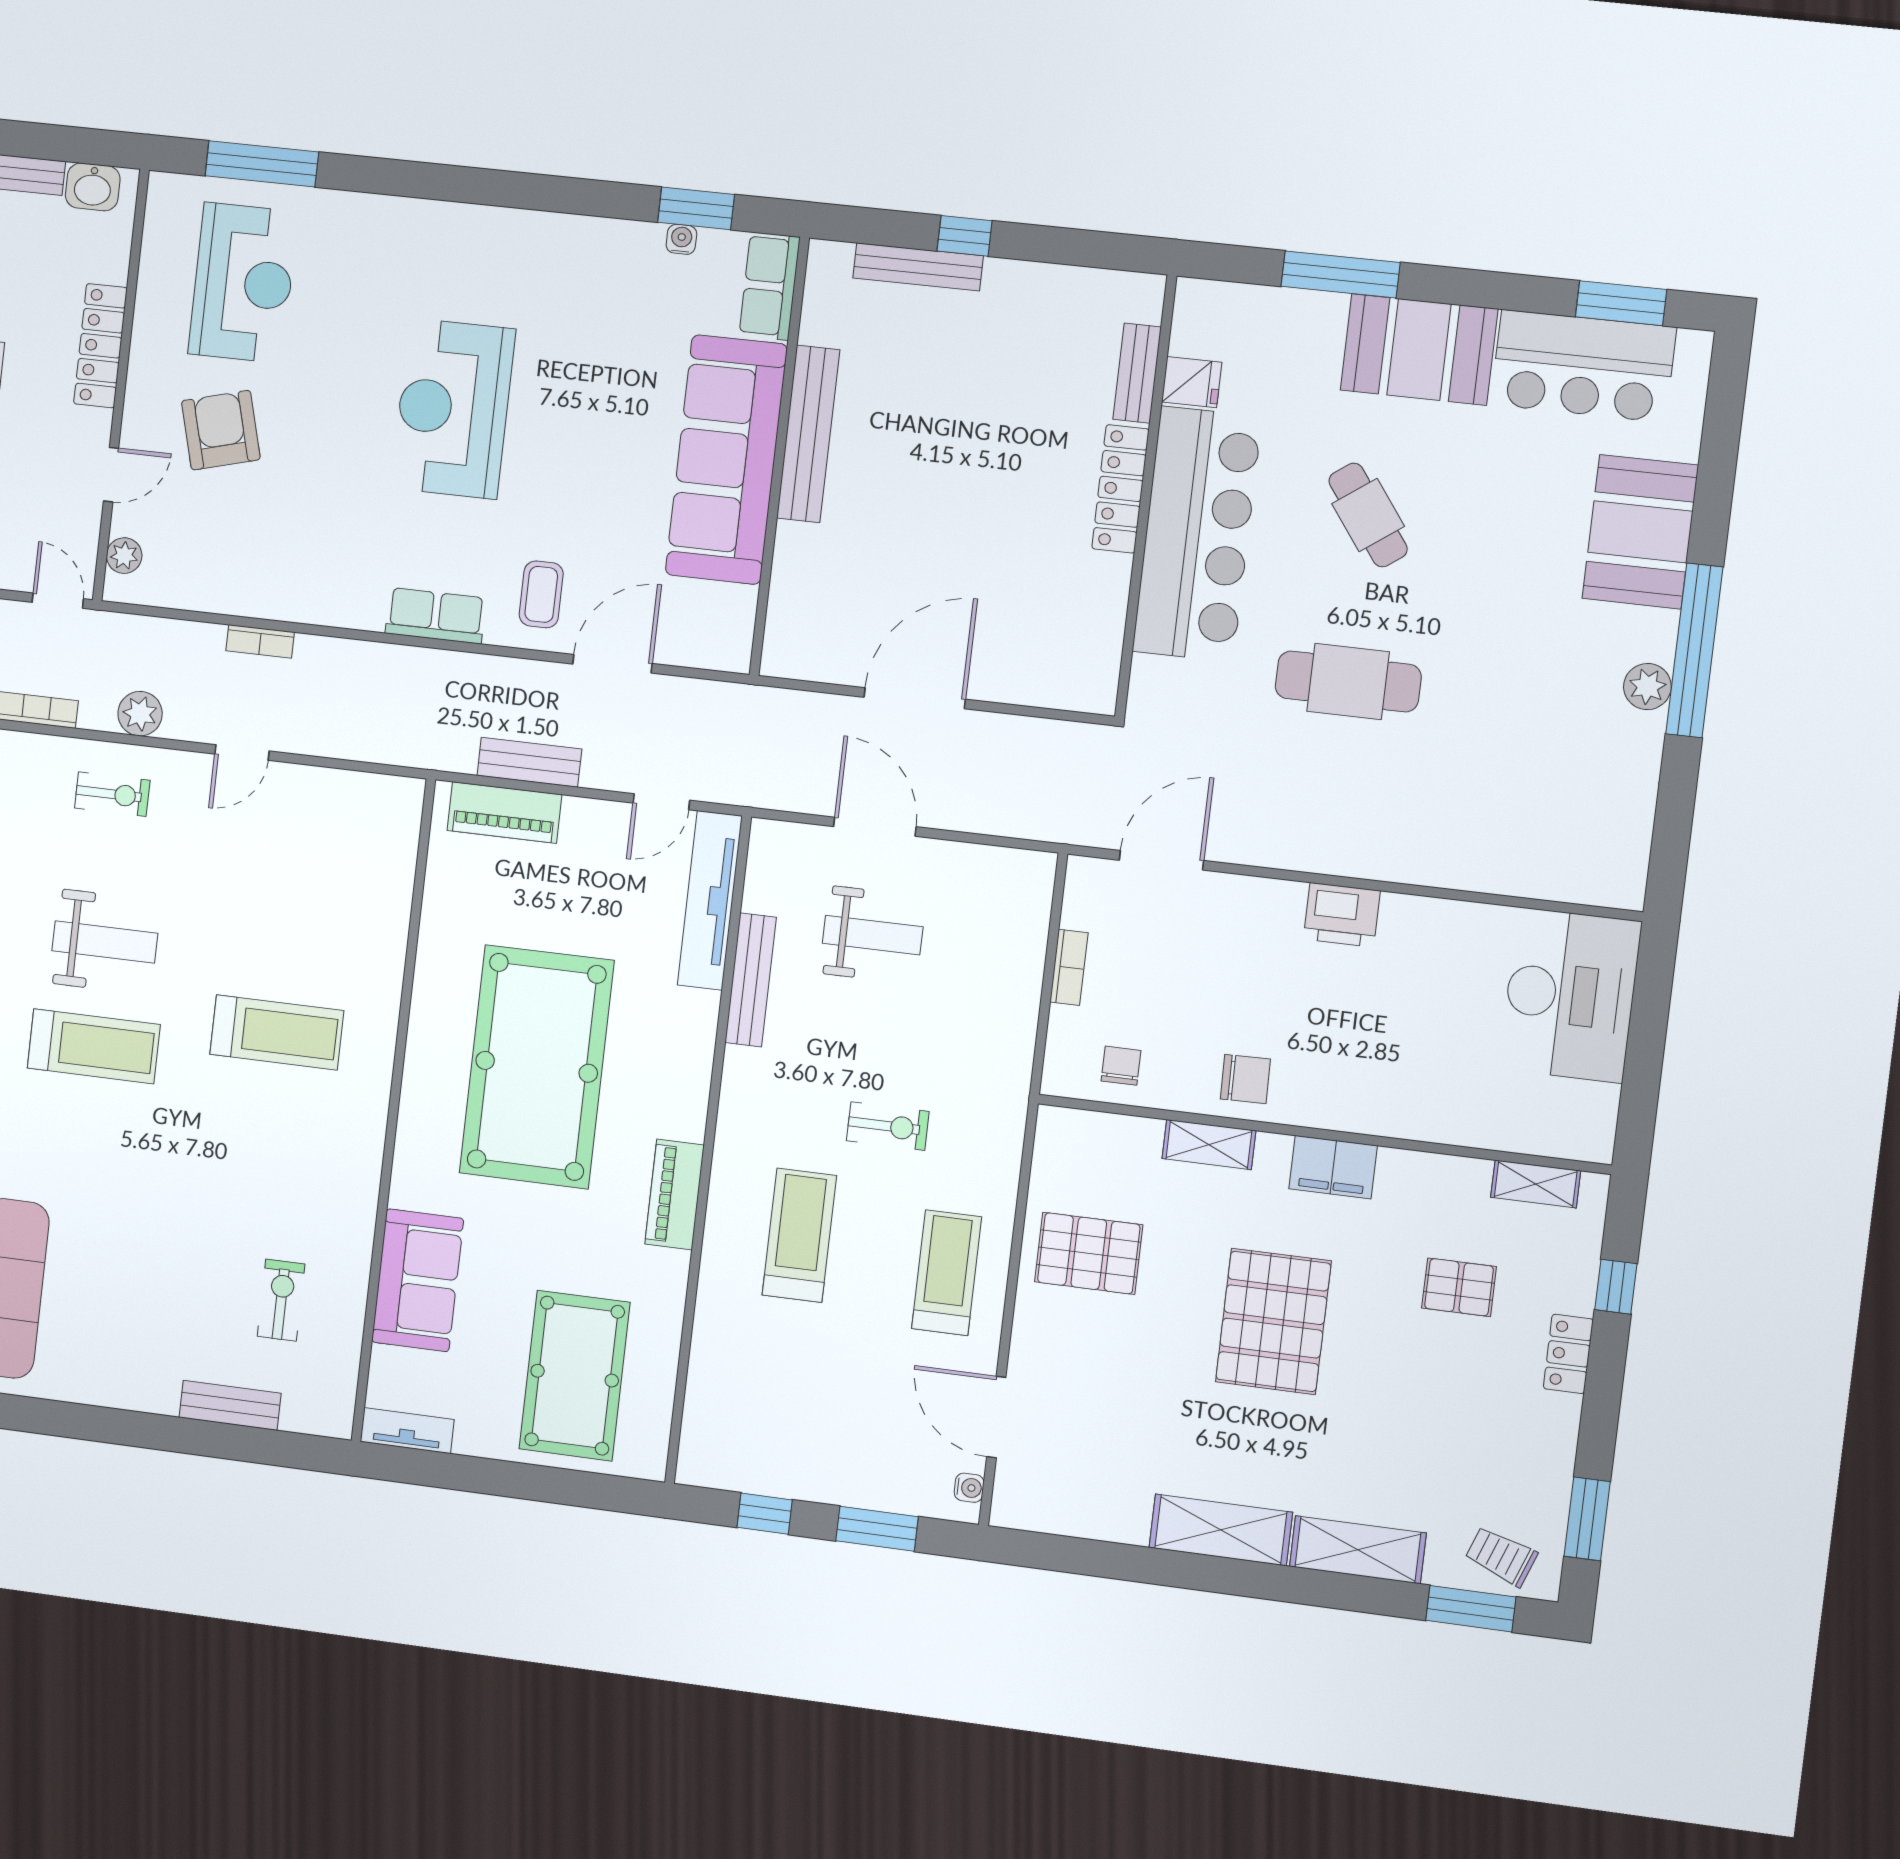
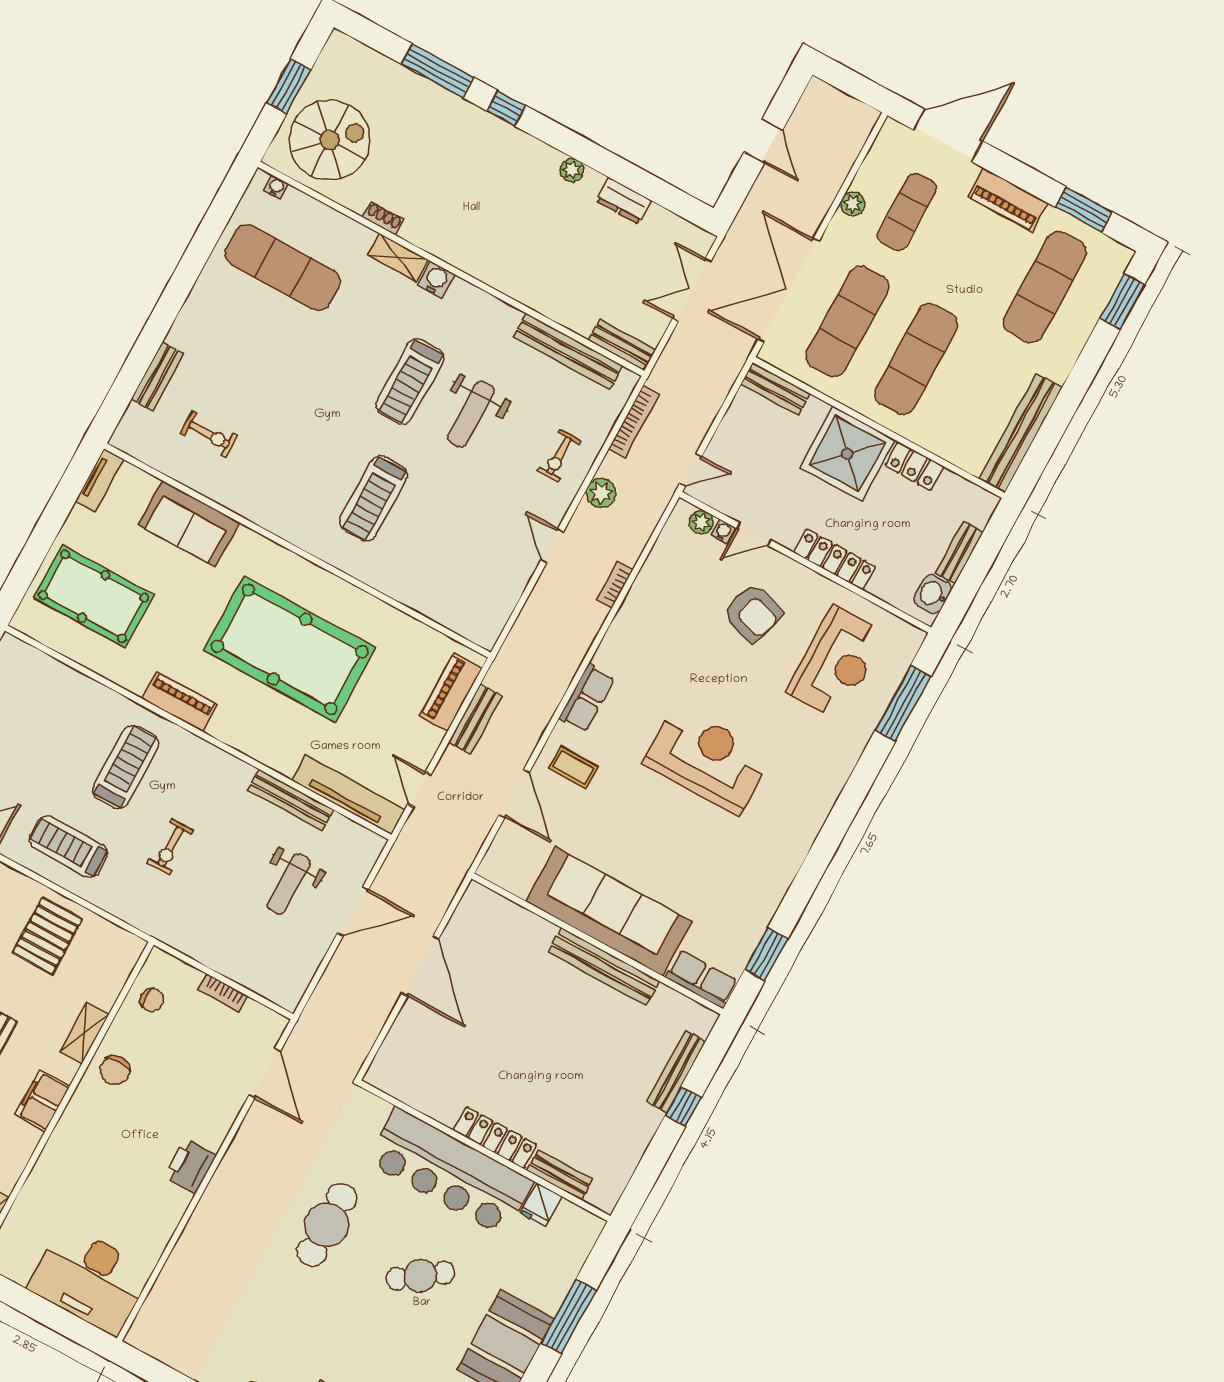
water cooler: (681, 239) -> (723, 531), moved, turned -90
reception desk: (243, 283) -> (836, 663), turned -90
armchair: (221, 430) -> (753, 613), turned 32
door: (111, 475) -> (754, 534), hinge flipped
treadmill: (799, 1235) -> (126, 767), turned -90
treadmill: (947, 1273) -> (69, 846), turned 180

